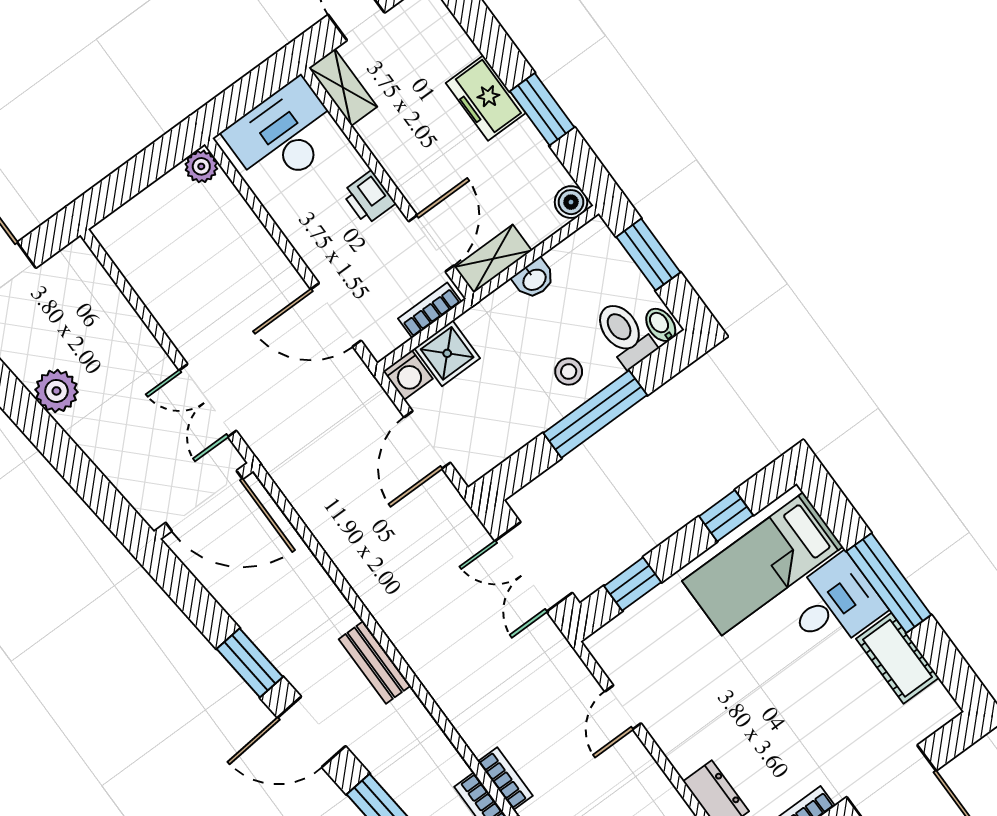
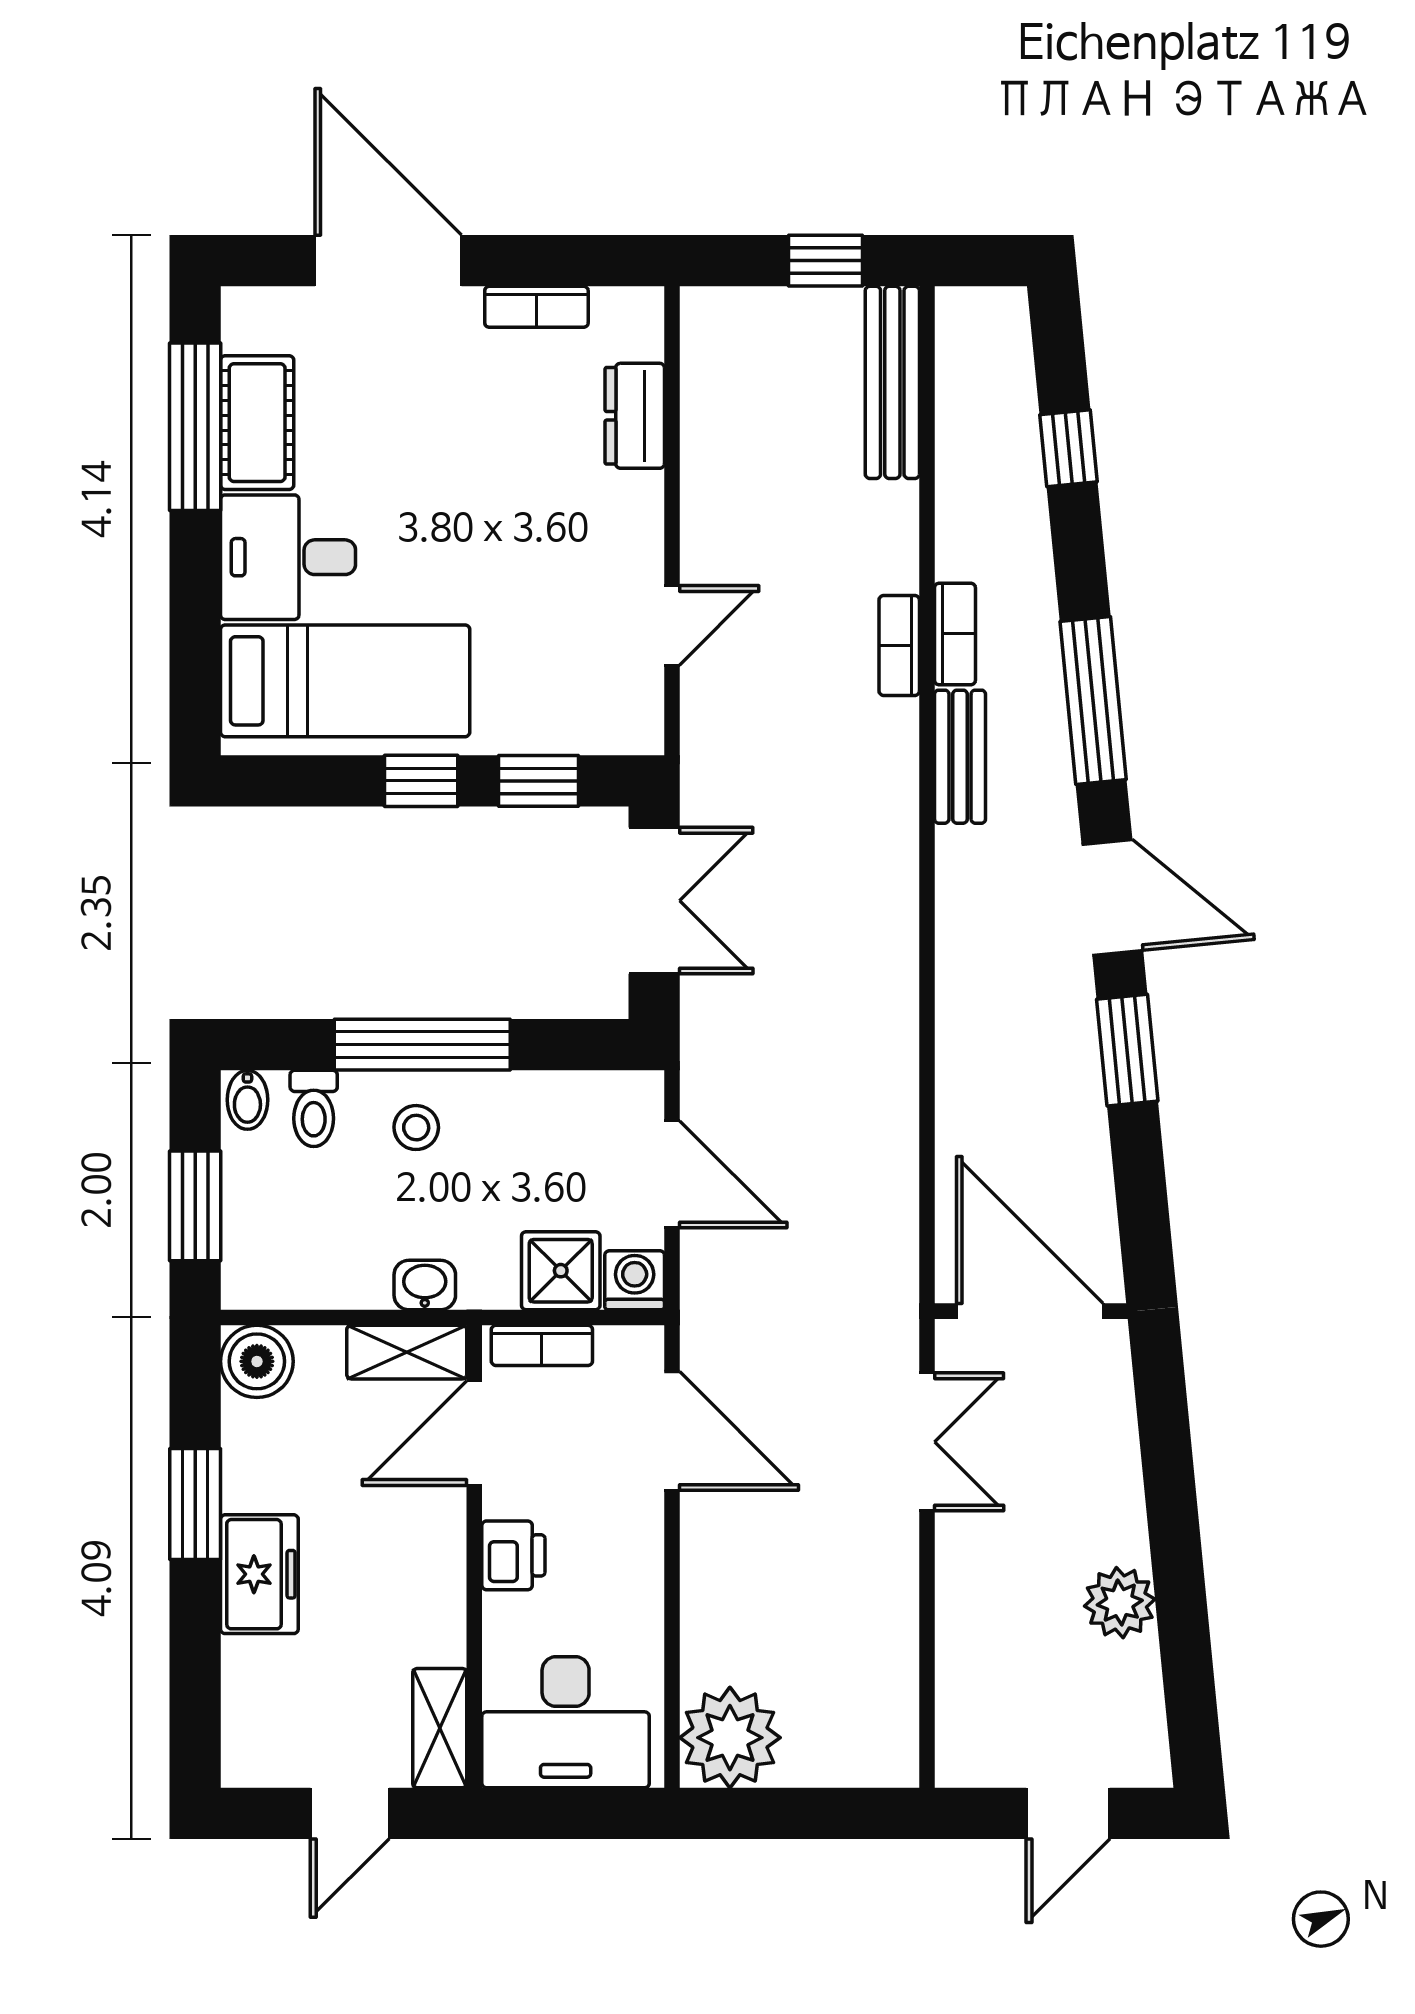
plant: (201, 166) -> (730, 1738), width x1.87, depth x1.87
boiler: (571, 202) -> (257, 1361), width x1.36, depth x1.36
washbasin: (534, 279) -> (425, 1285), moved
toilet: (624, 334) -> (314, 1108), width x0.73, depth x0.72
door: (427, 440) -> (672, 1174), hinge flipped
window: (726, 516) -> (421, 781), moved
window: (889, 583) -> (195, 427), moved
bench: (375, 662) -> (960, 757), moved

